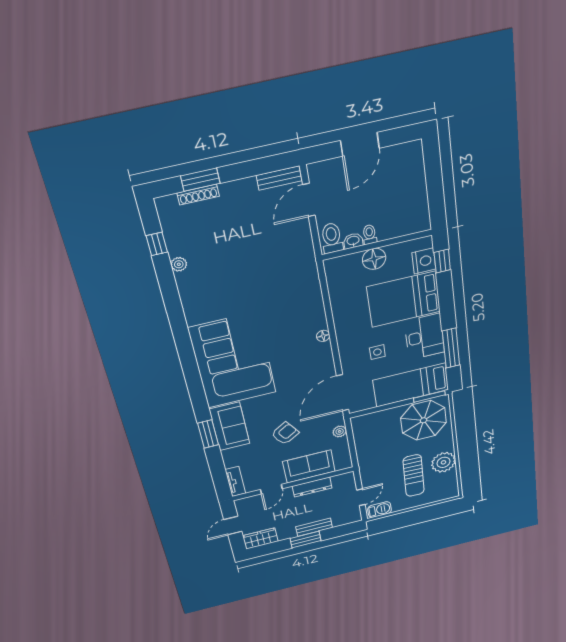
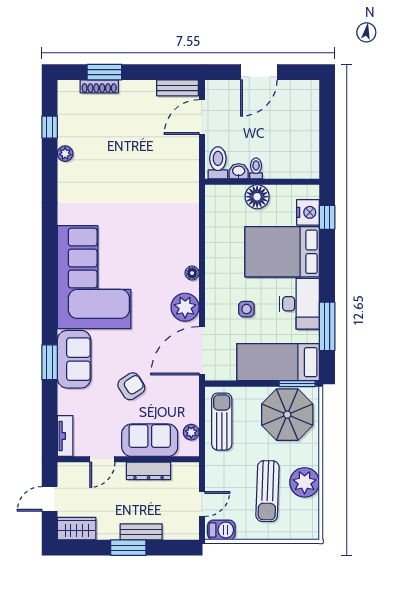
plant: (322, 364) -> (185, 307), added
plant: (340, 431) -> (191, 432), moved
sun lounger: (368, 439) -> (222, 422), added

